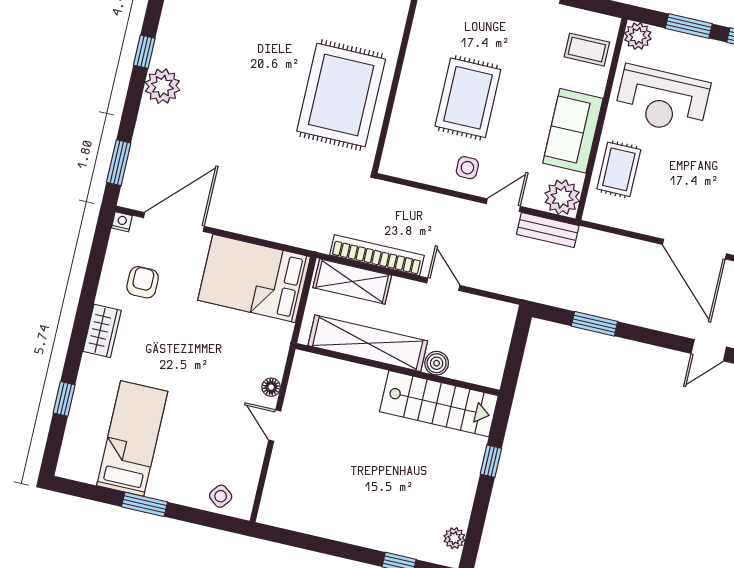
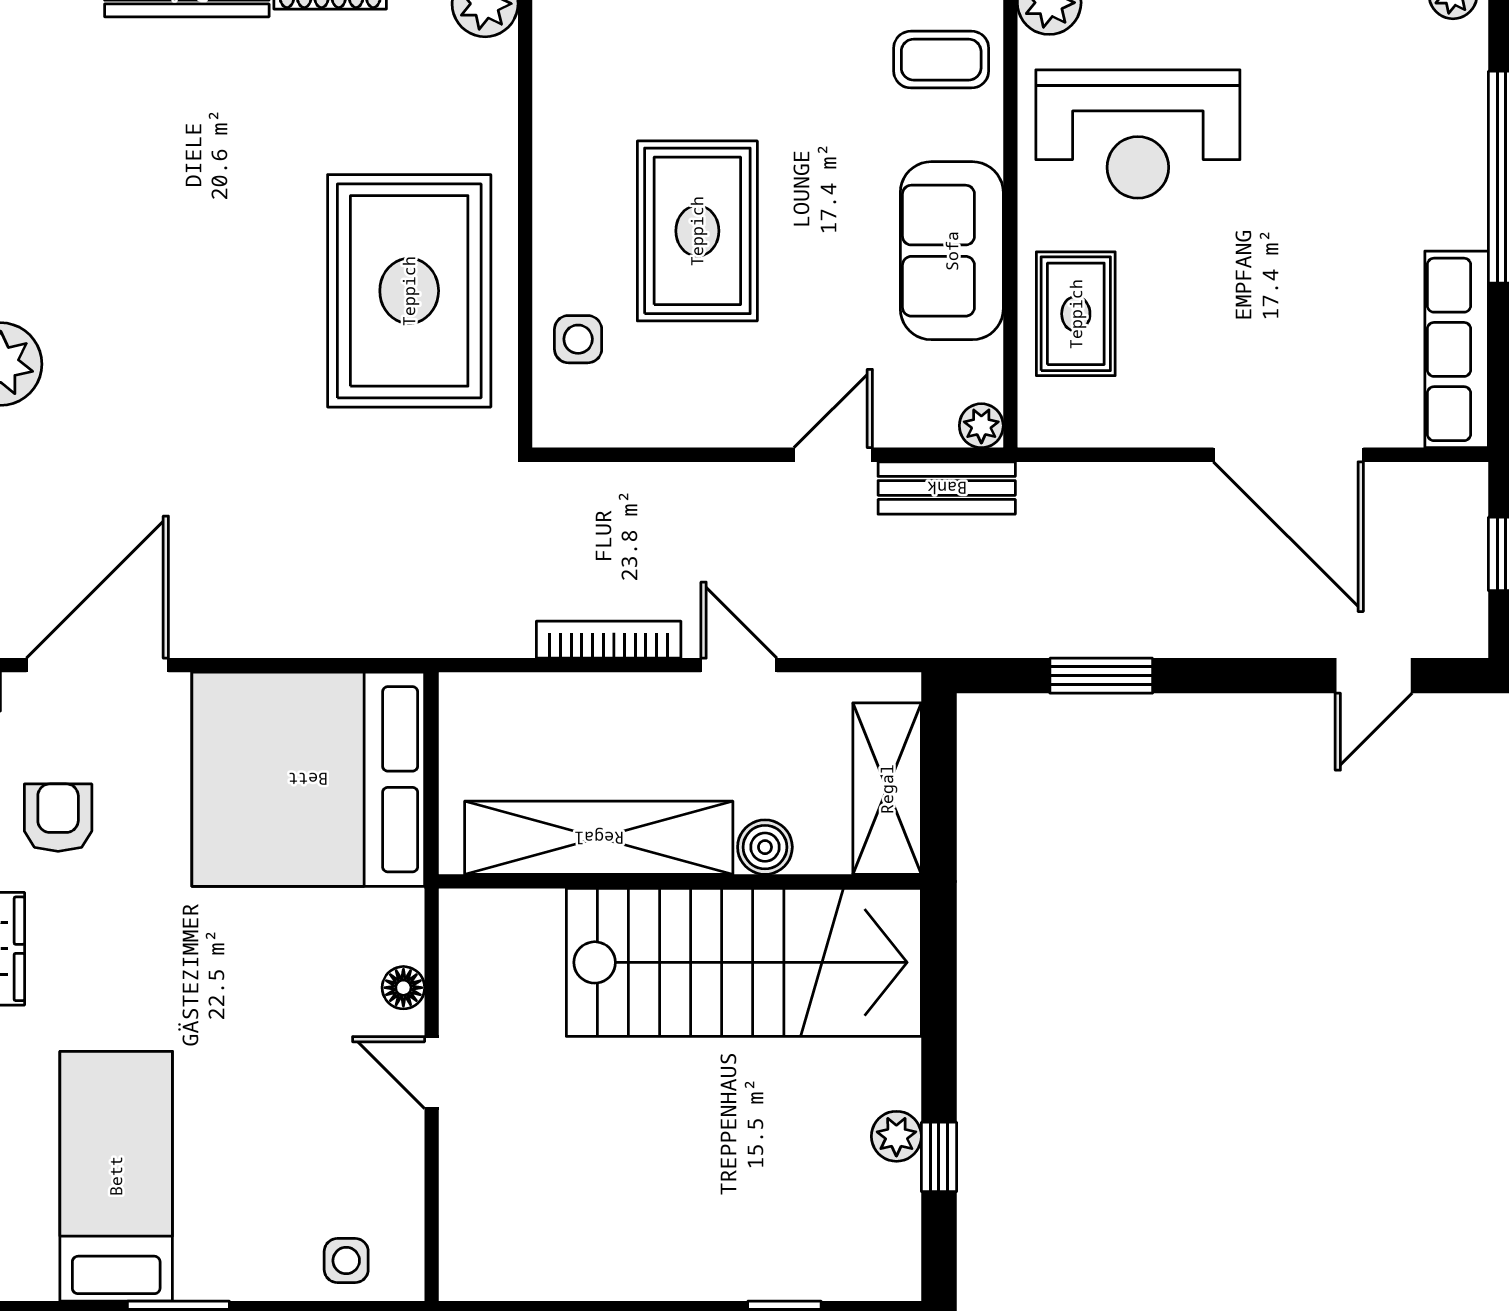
side table: (467, 168) -> (578, 339), moved
plant: (562, 197) -> (981, 426), width x0.53, depth x0.53
bookcase: (377, 255) -> (609, 640), width x0.68, depth x0.76
bed: (254, 278) -> (308, 779), width x1.36
shelving: (352, 282) -> (887, 789), moved, turned 90
stairs: (439, 404) -> (744, 962), width x1.36, depth x1.51
window: (491, 461) -> (939, 1157), moved
side table: (221, 496) -> (346, 1261), turned -38
plant: (454, 538) -> (896, 1136), moved

